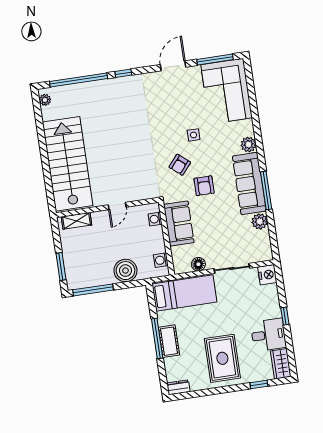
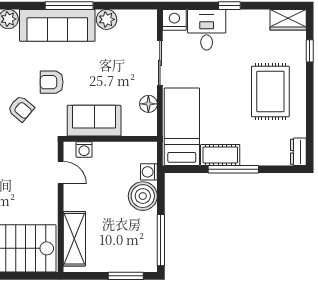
armchair: (204, 186) -> (52, 82), turned 180
door: (117, 206) -> (61, 173), moved
shelving: (77, 221) -> (74, 239), width x1.50, depth x1.33
washing machine: (161, 260) -> (149, 172), moved, turned 90
desk: (268, 335) -> (207, 30), moved
cot: (169, 341) -> (220, 155), moved
rug: (222, 358) -> (270, 92), turned 90

